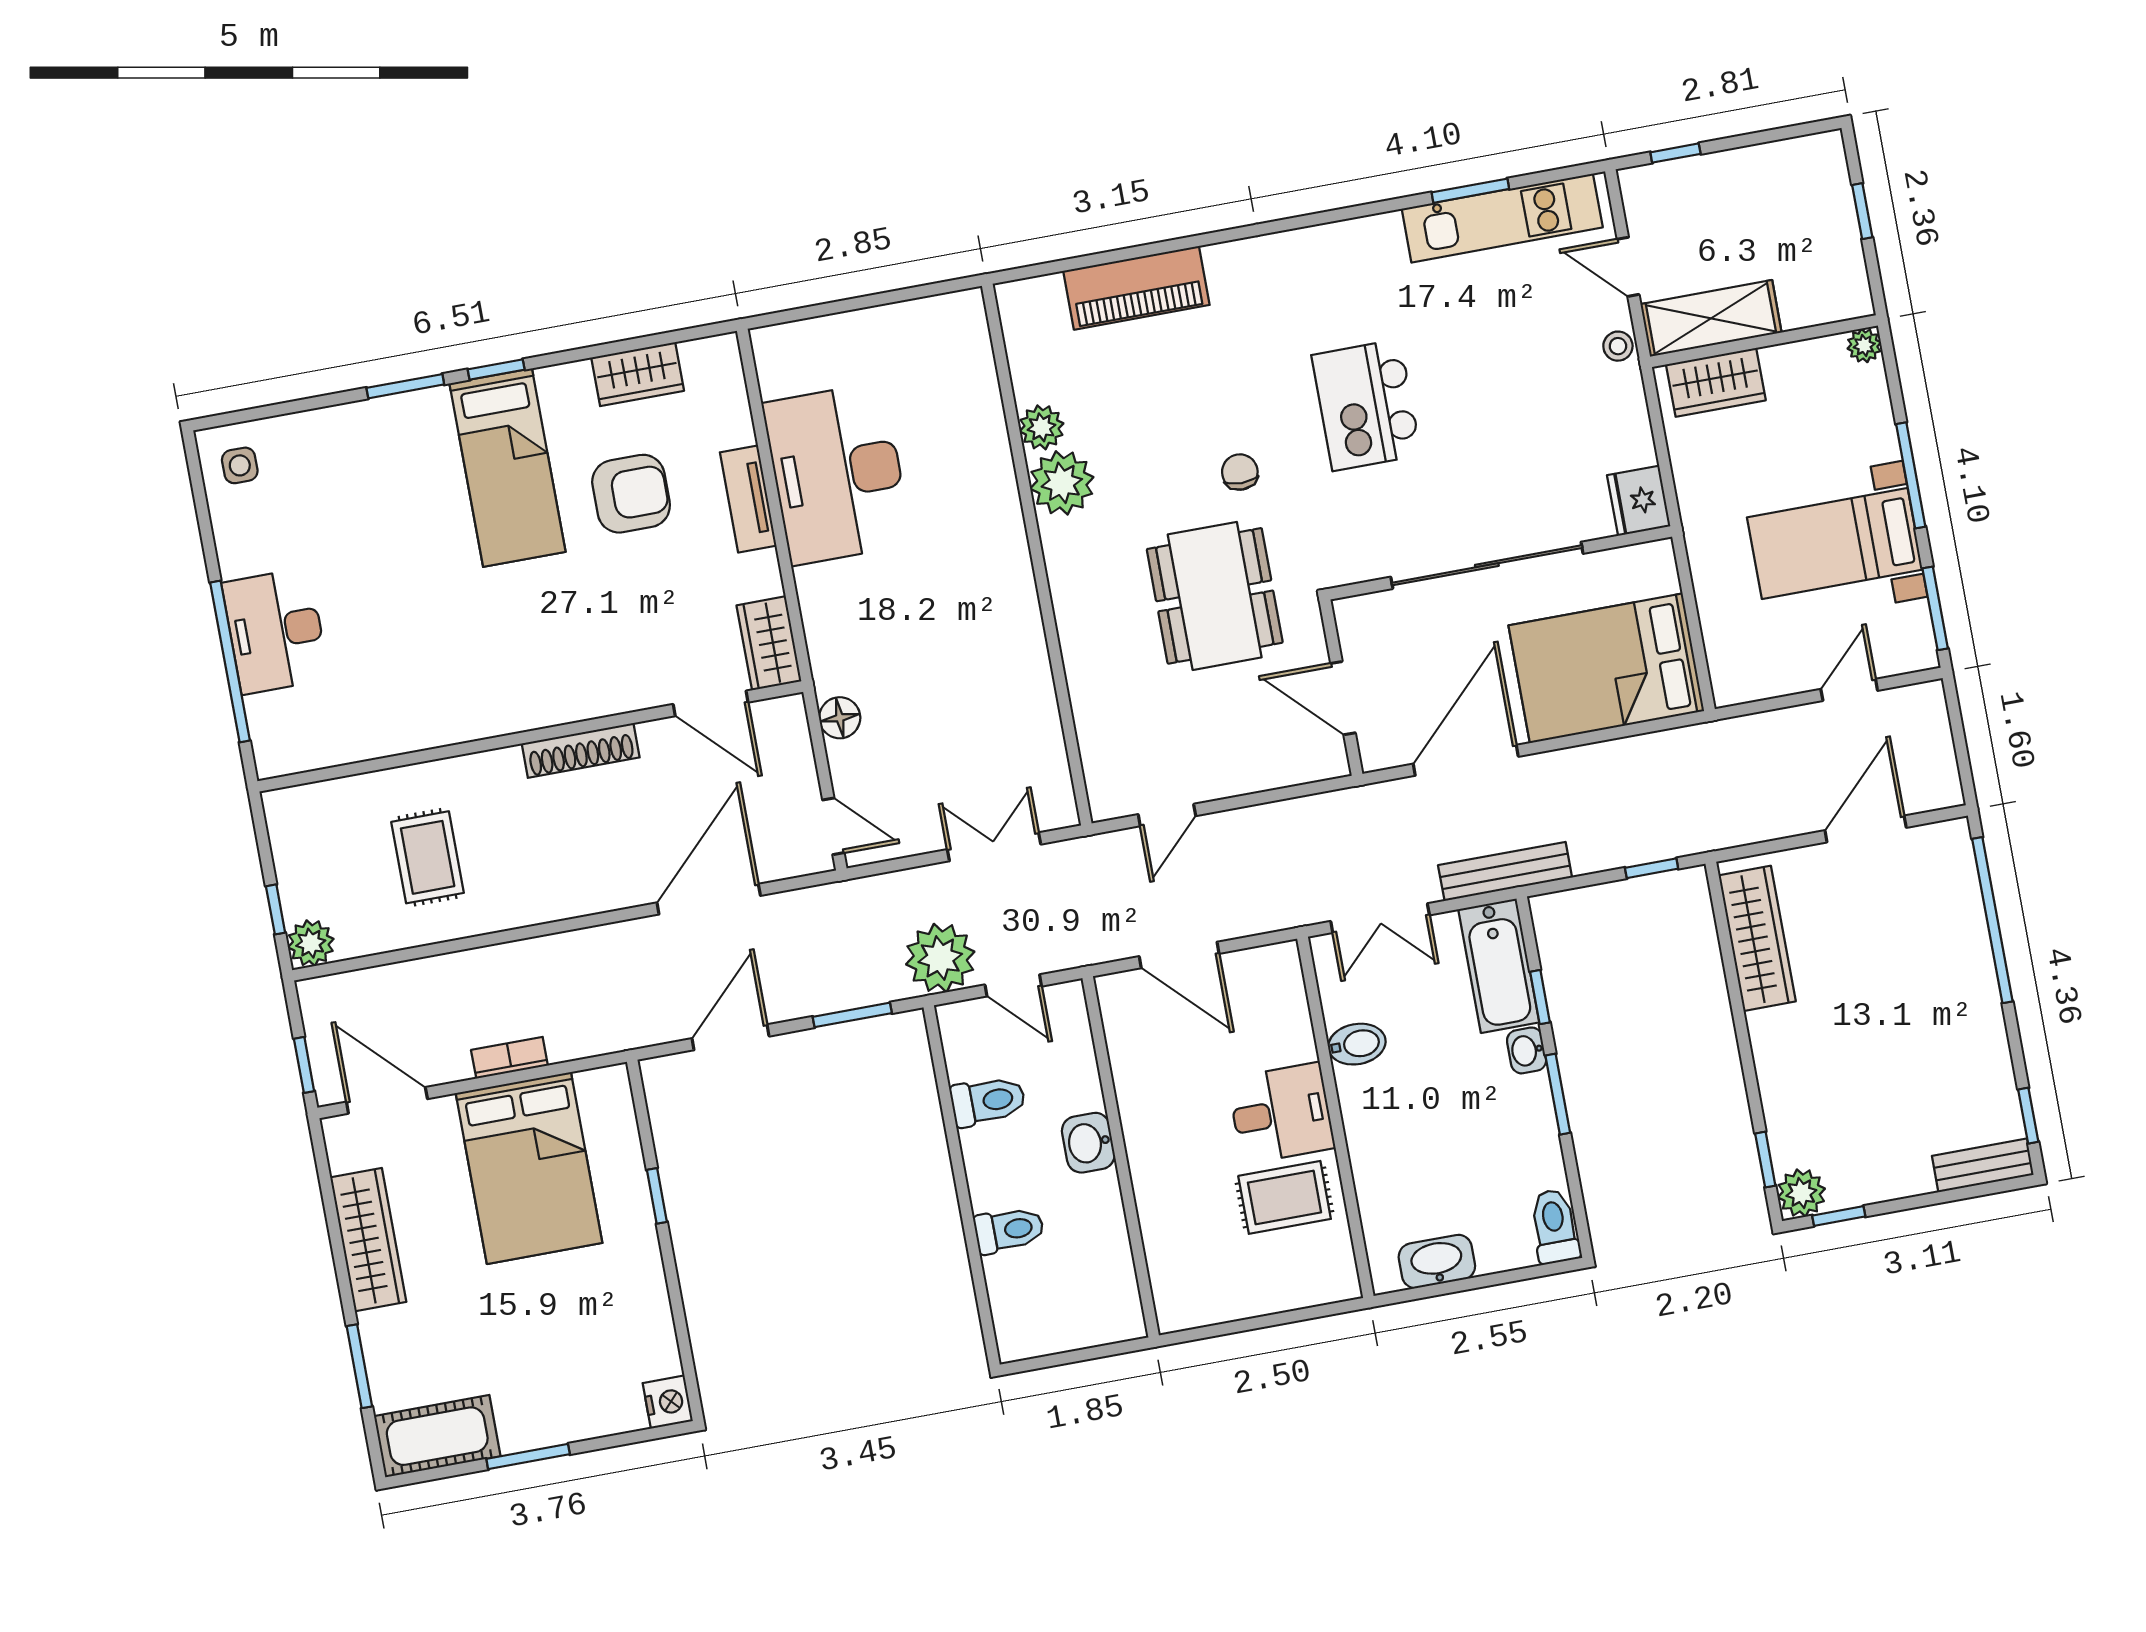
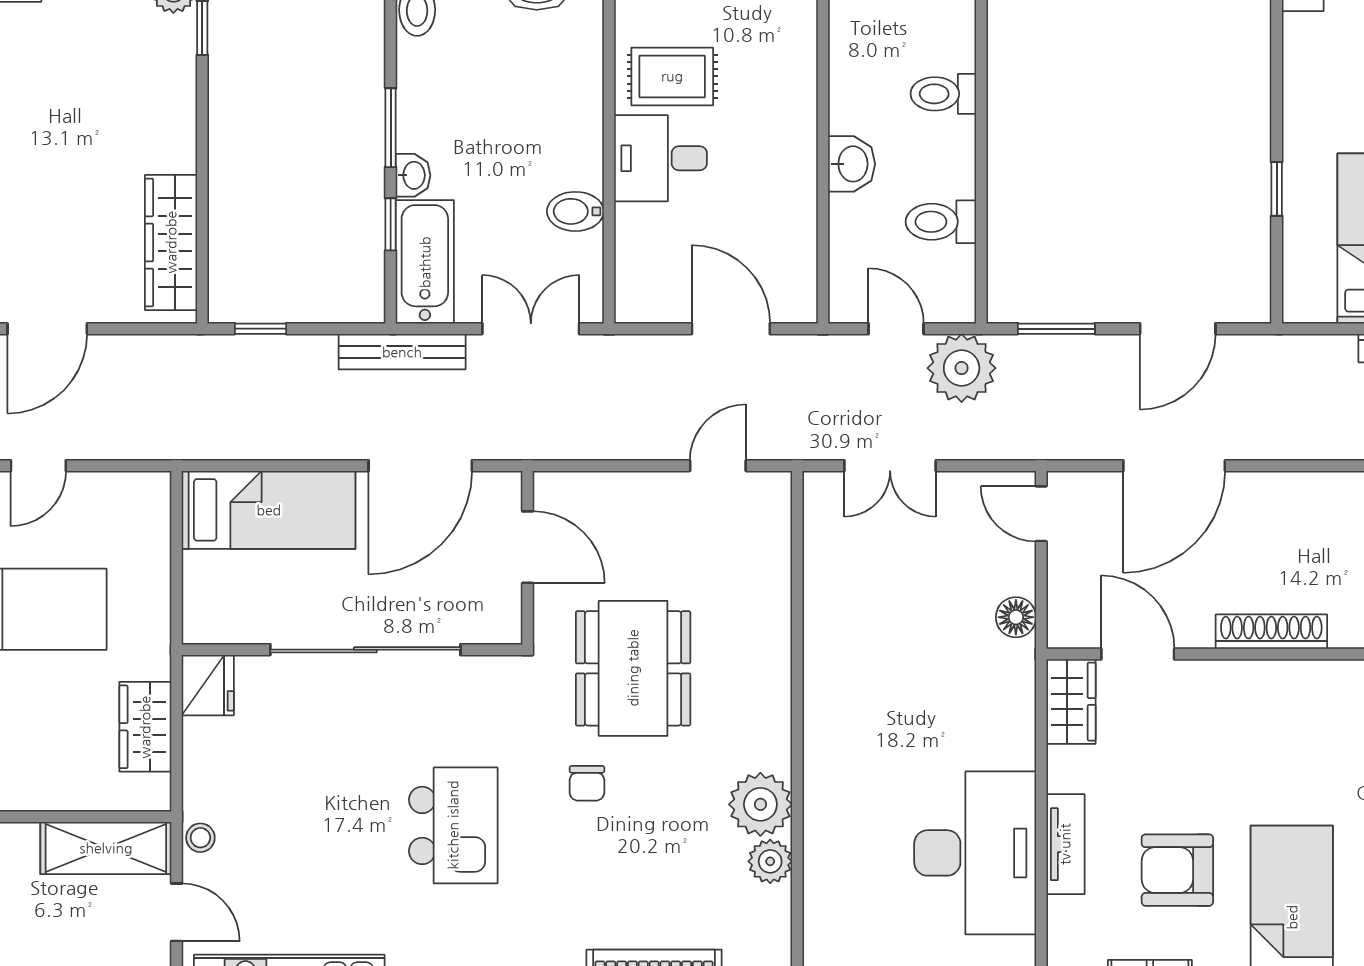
wardrobe: (1716, 382) -> (145, 727), moved, turned -90
bed: (1606, 668) -> (269, 510), width x0.67

